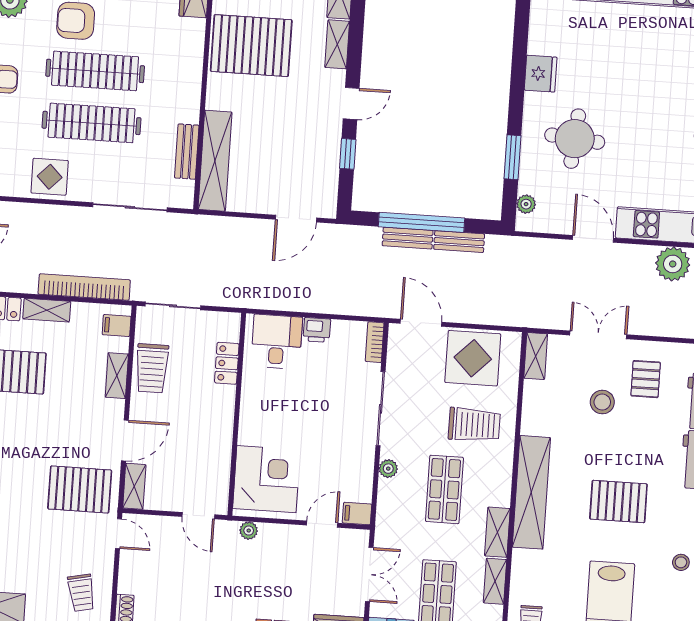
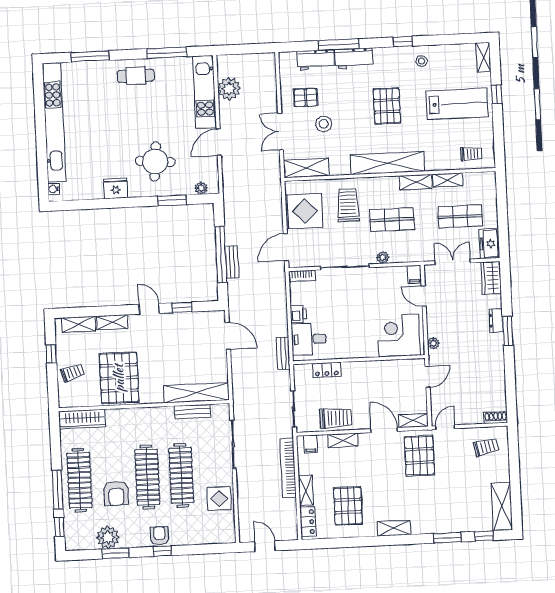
bench: (459, 242) -> (283, 353), moved
shelving: (536, 356) -> (306, 168), width x1.50, depth x1.33

